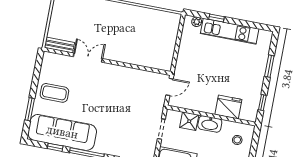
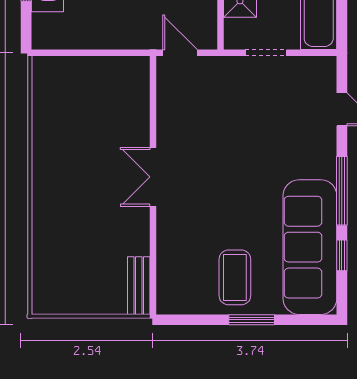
plant: (197, 22) -> (41, 24), removed
double door: (88, 58) -> (153, 177), moved
window: (30, 109) -> (252, 320), moved

